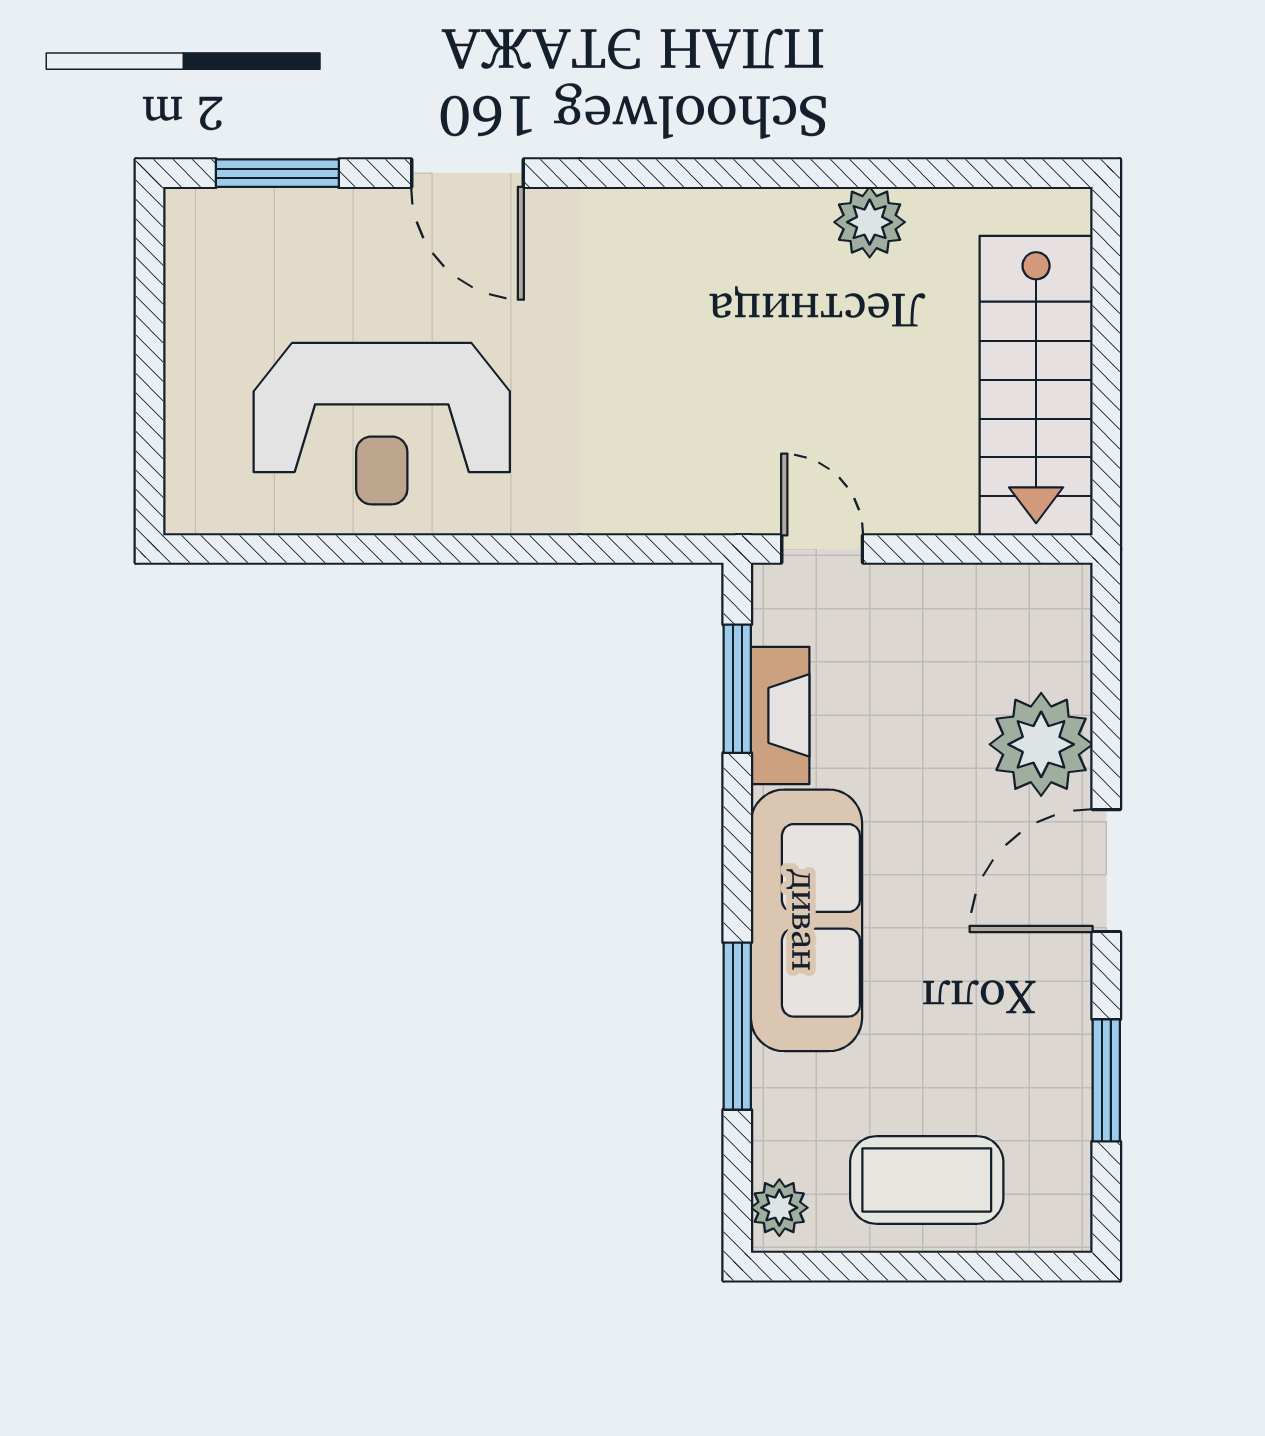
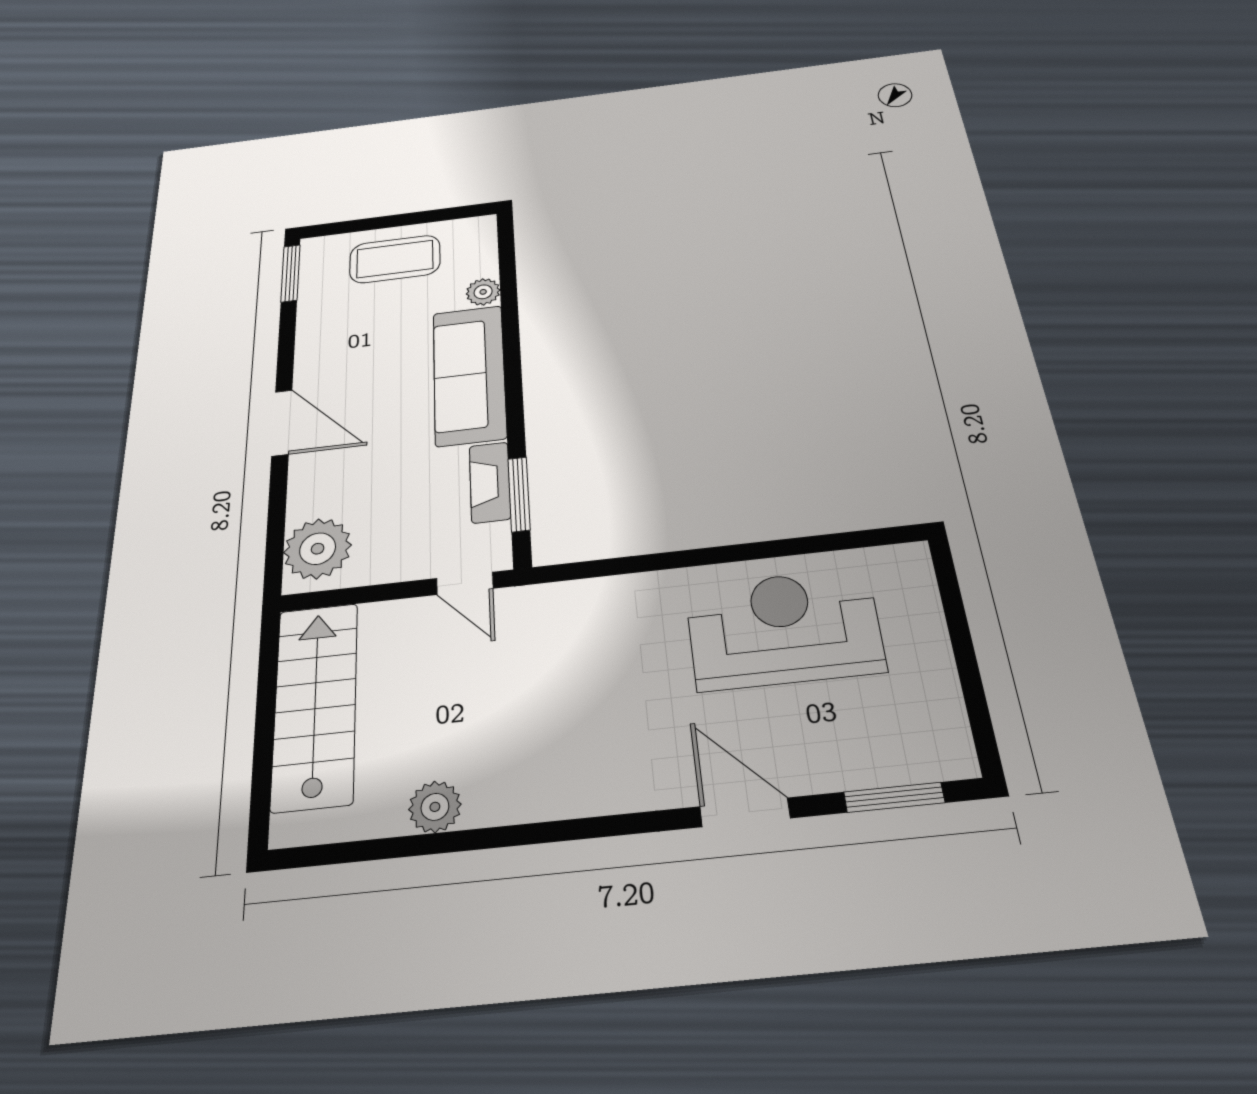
plant: (1041, 744) -> (318, 549), moved
door: (1106, 871) -> (282, 423), hinge flipped
window: (737, 1026) -> (510, 317), removed
window: (1106, 1080) -> (290, 273), moved
plant: (779, 1208) -> (483, 292), moved

